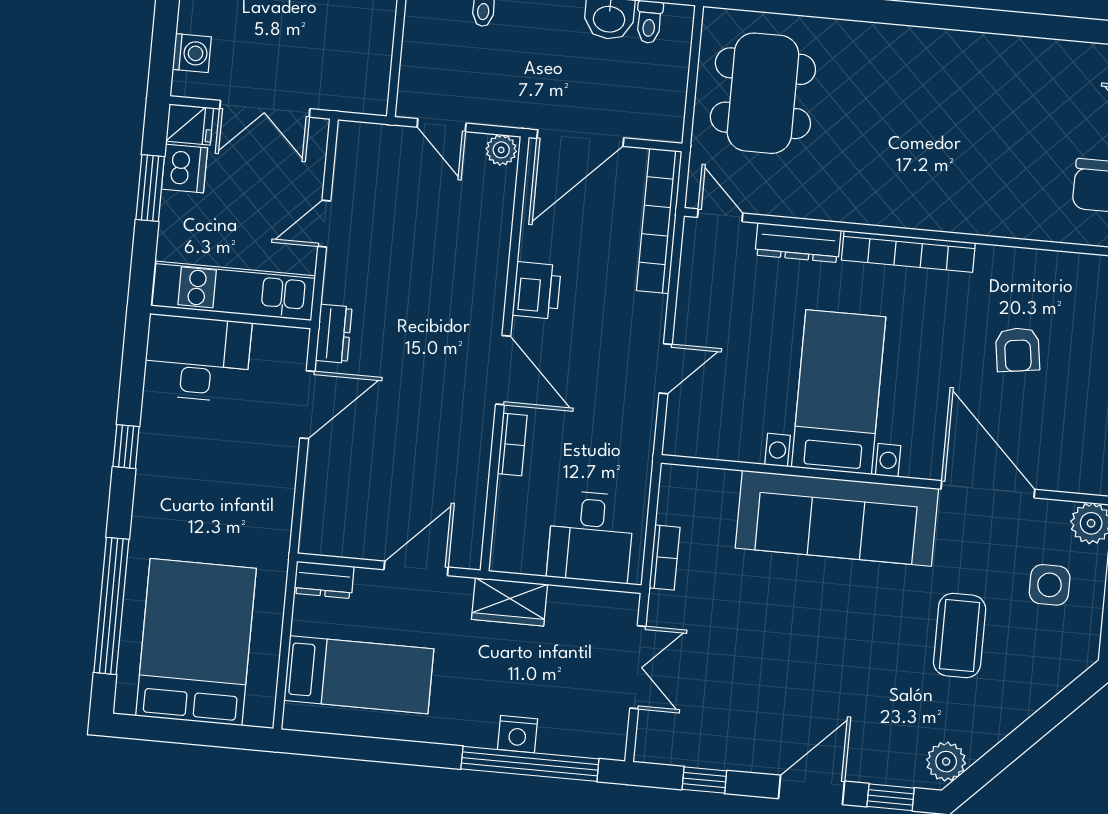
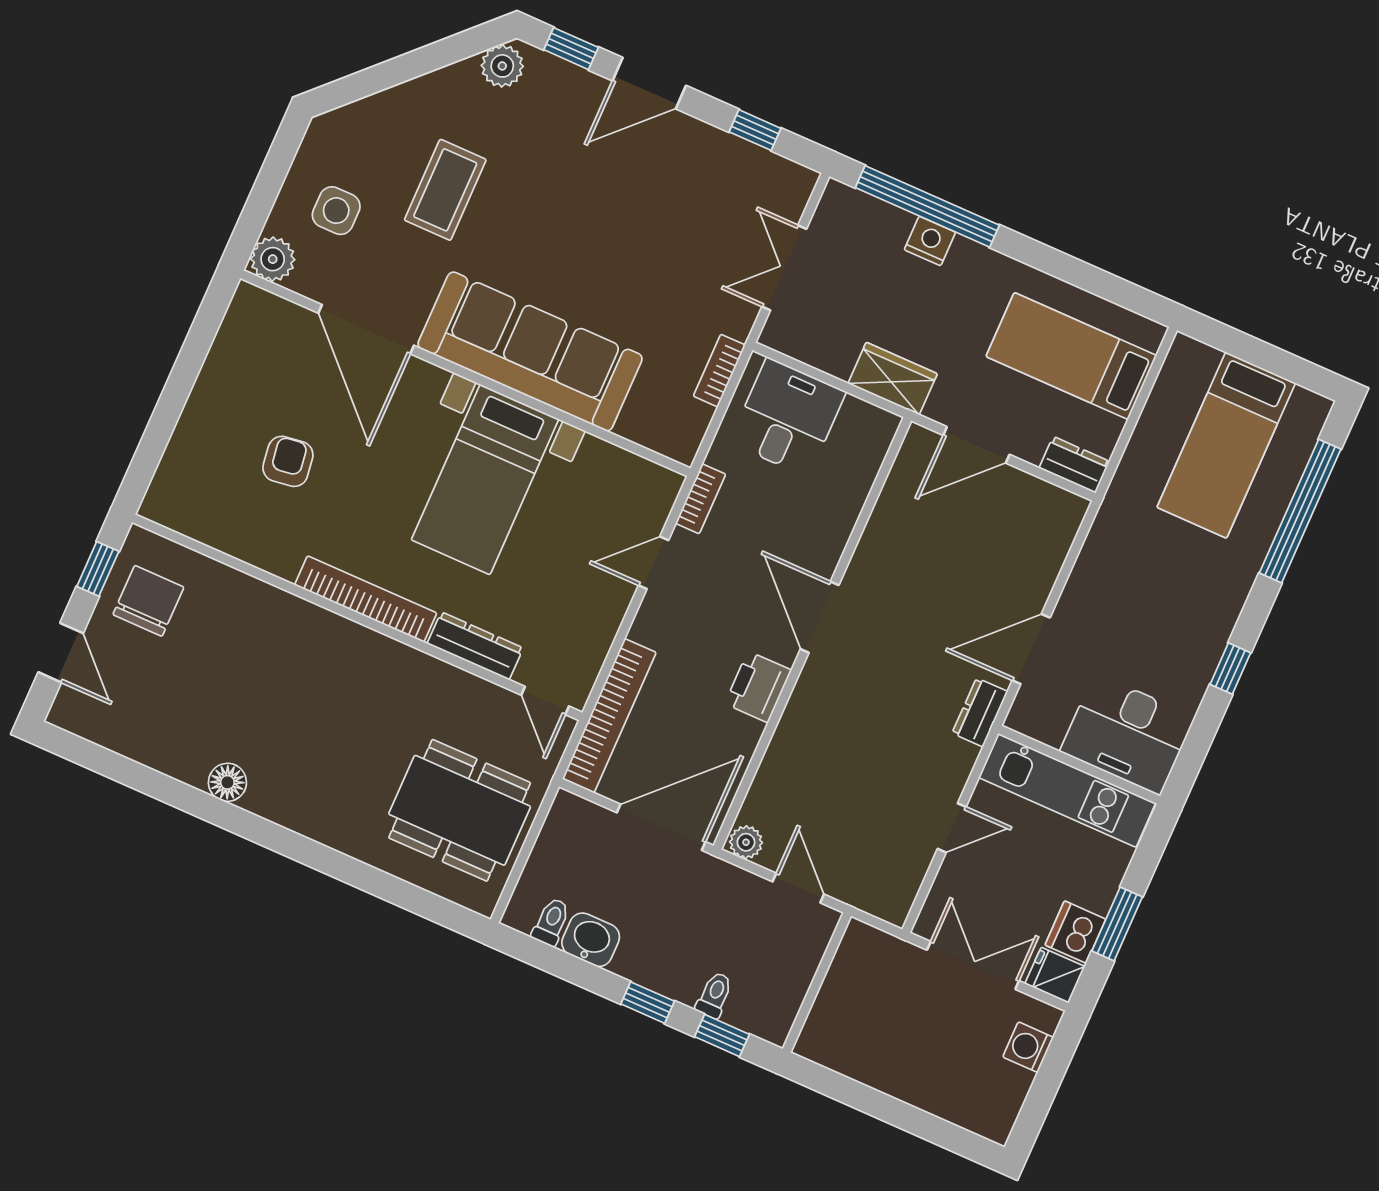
floor lamp: (976, 49) -> (227, 782), added
dining table: (763, 93) -> (460, 810), turned 90
bookcase: (512, 444) -> (701, 499), moved, turned 180
bed: (196, 642) -> (1226, 445), width x0.67

